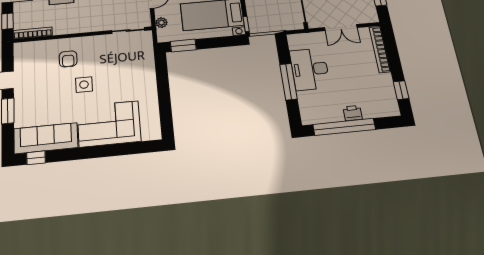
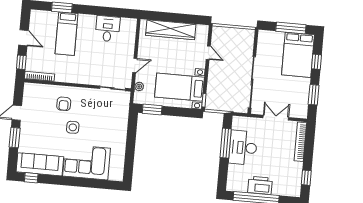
double door: (341, 28) -> (276, 118), swing flipped
window: (288, 82) -> (226, 143), moved
printer: (353, 113) -> (260, 185), width x1.87, depth x1.48

